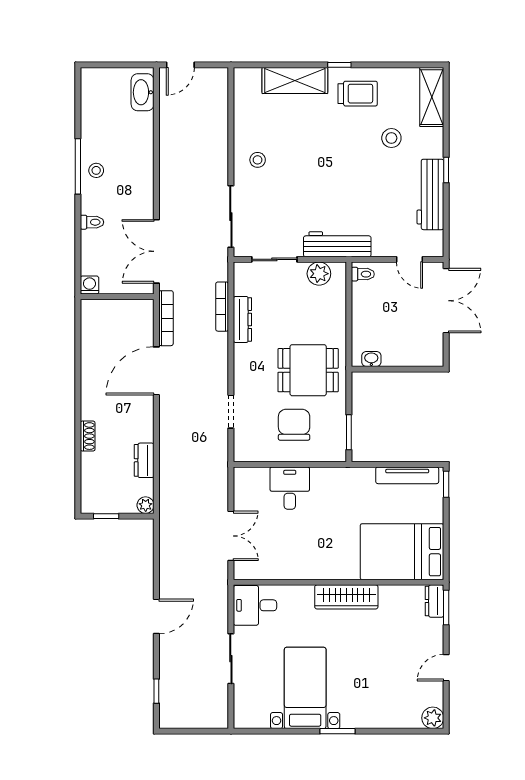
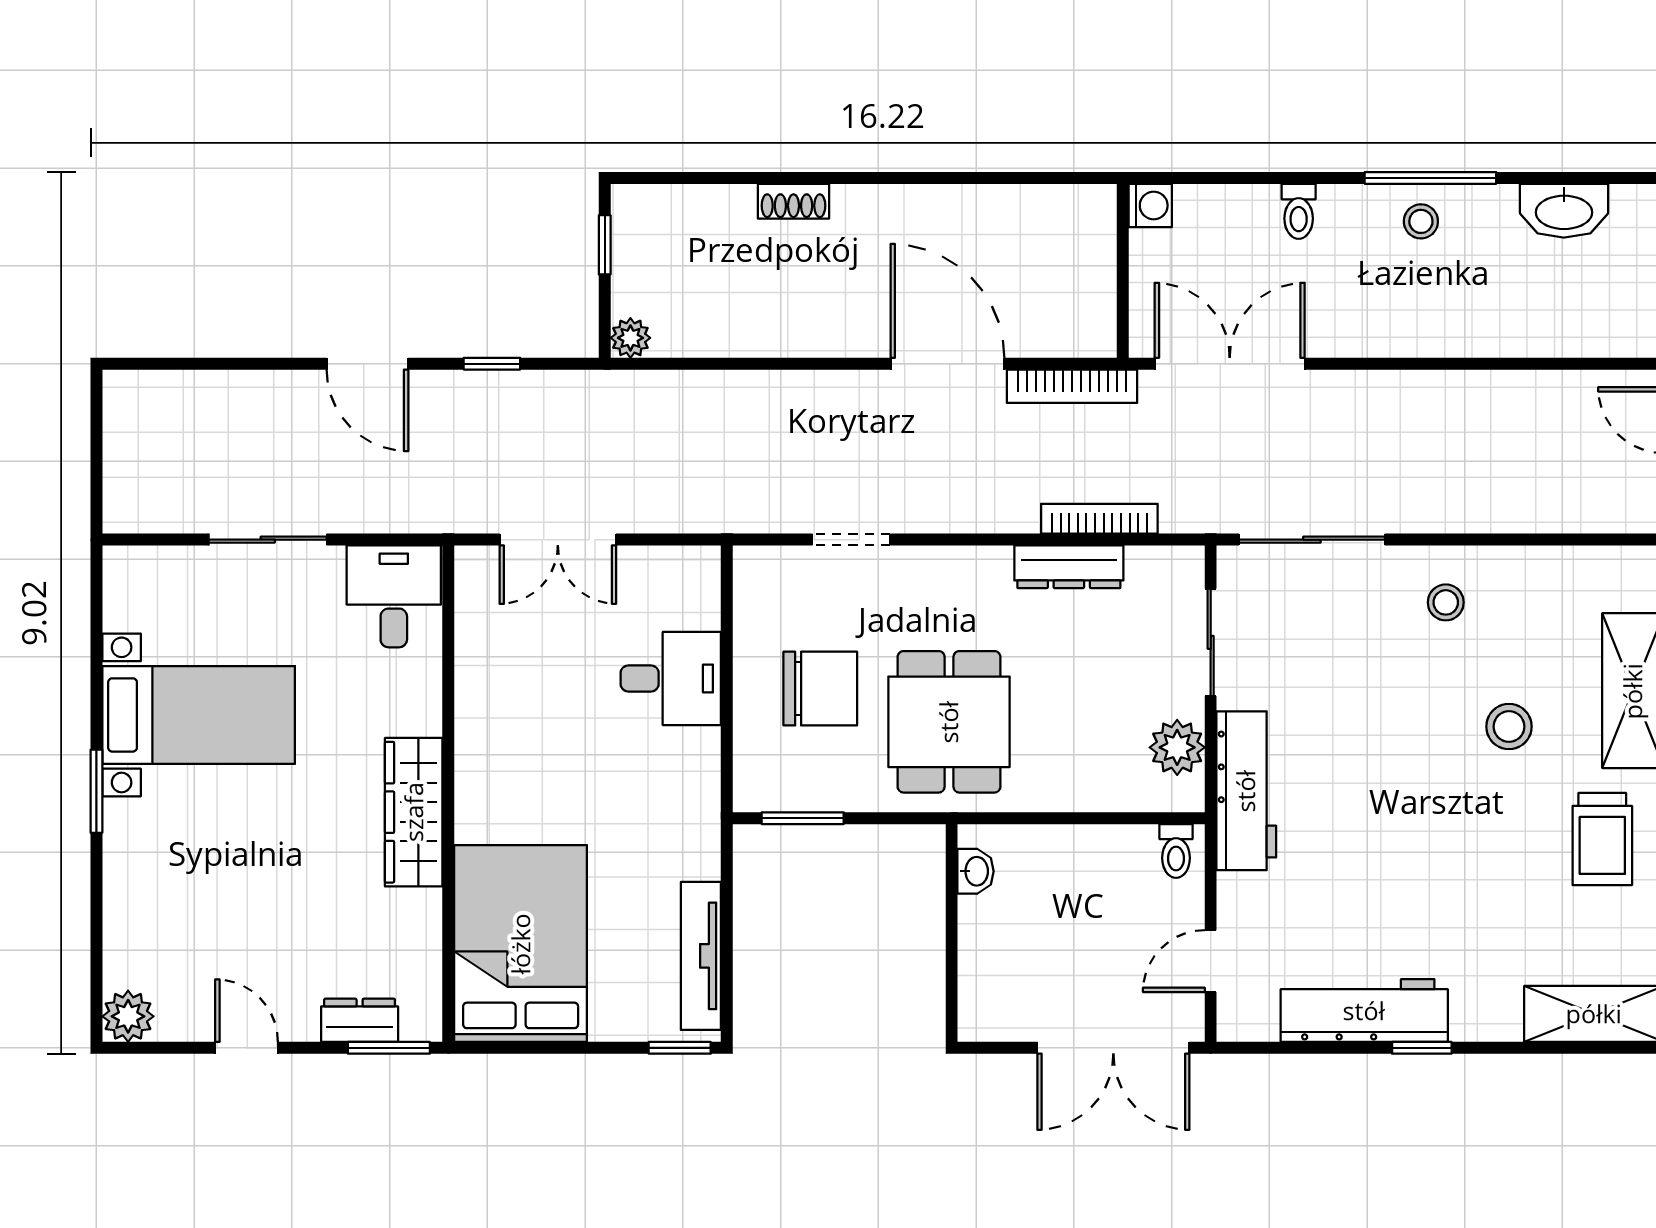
washbasin: (143, 92) -> (1564, 211), moved, turned 180
stool: (391, 138) -> (1509, 727), moved
dresser: (144, 460) -> (736, 335), removed
dresser: (434, 601) -> (360, 1020), moved
window: (156, 691) -> (492, 364), moved

